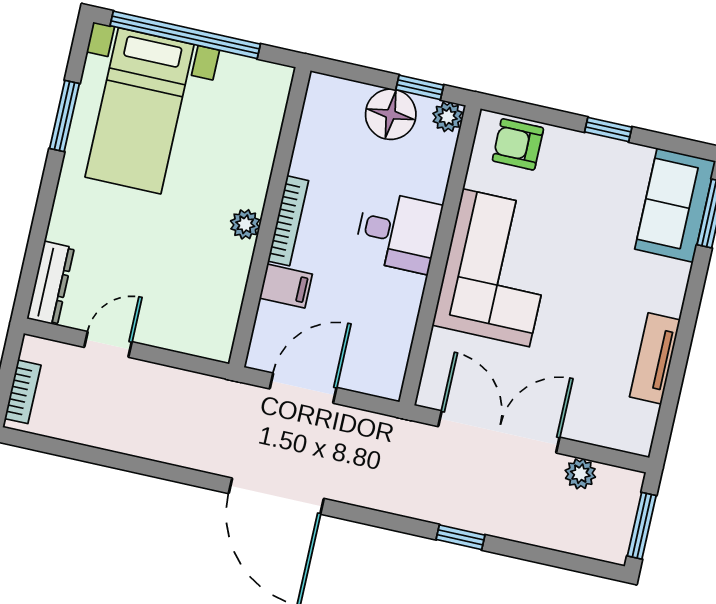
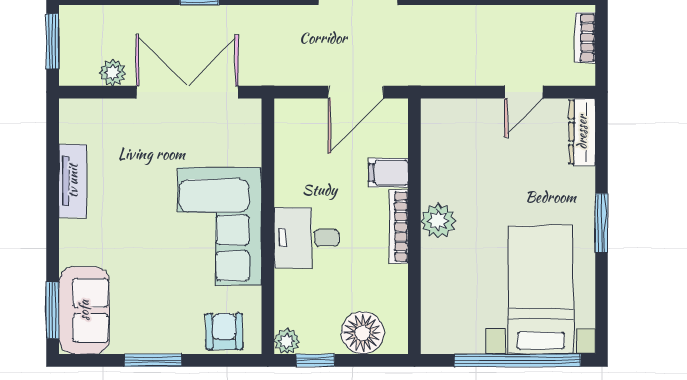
floor lamp: (391, 114) -> (363, 333), moved
window: (64, 116) -> (601, 223), moved
window: (608, 129) -> (153, 360), width x1.50
armchair: (518, 144) -> (224, 331), turned -90
plant: (245, 224) -> (438, 221), width x1.38, depth x1.38
double door: (499, 432) -> (187, 92), swing flipped

